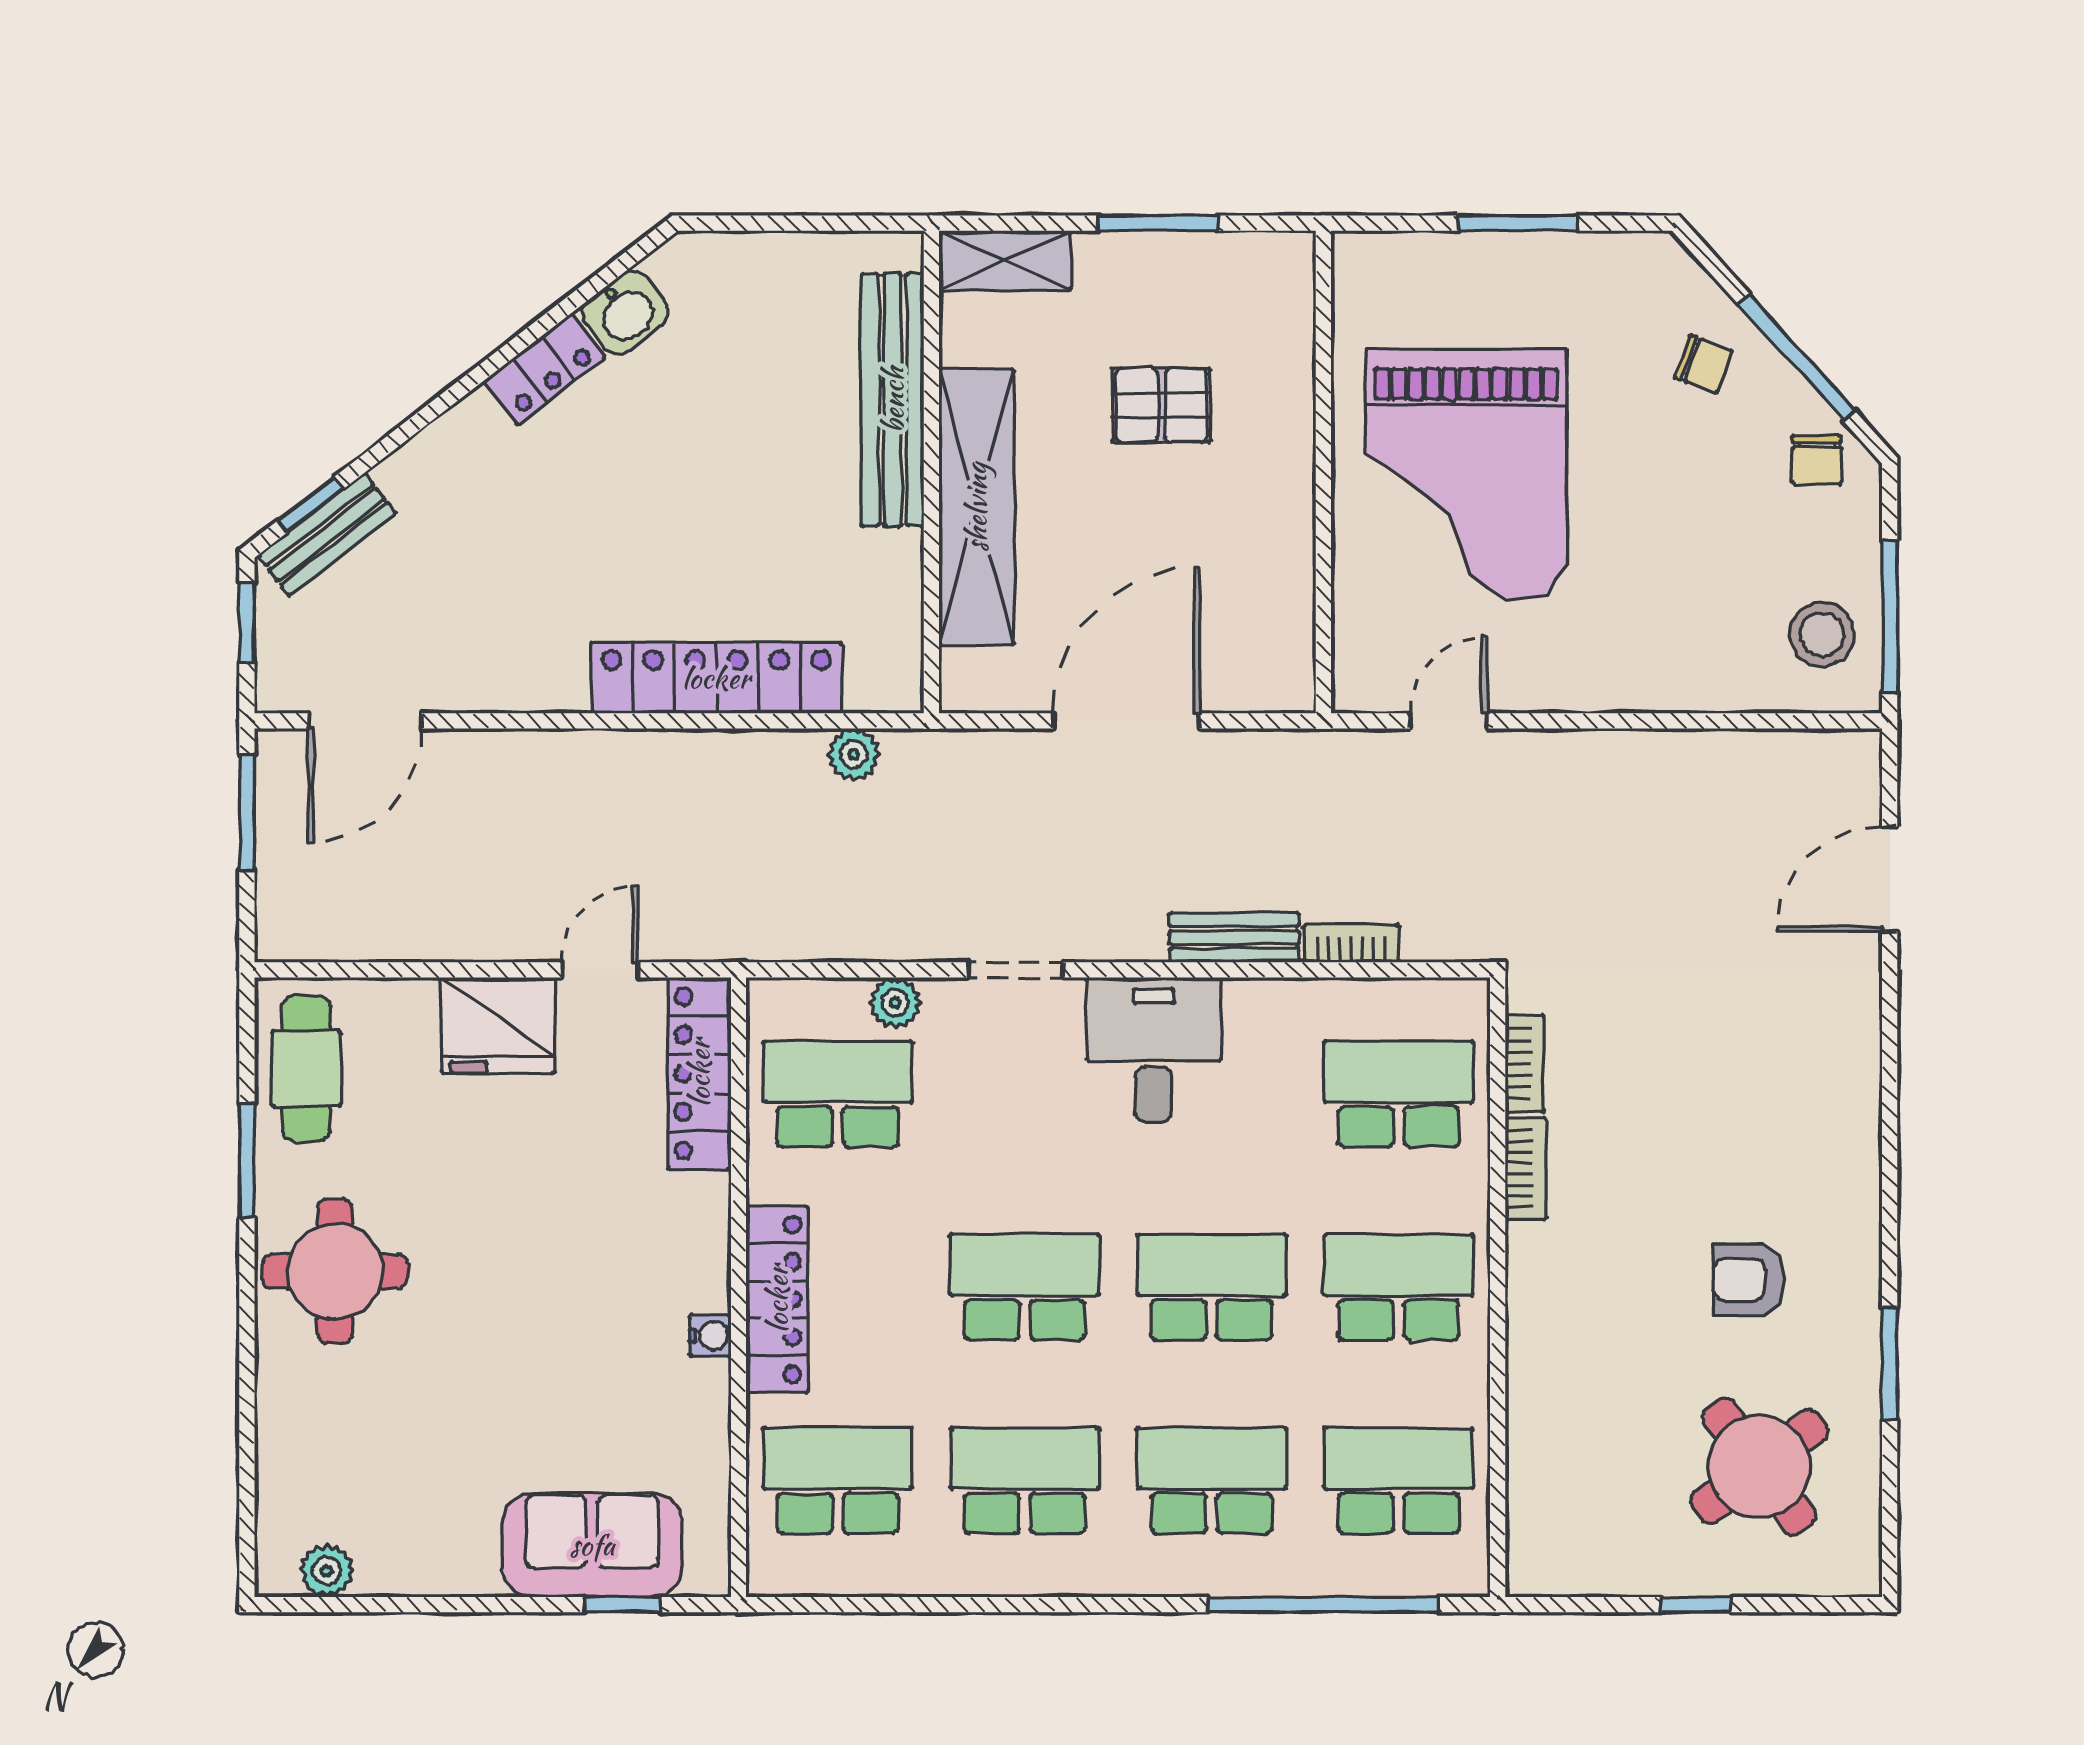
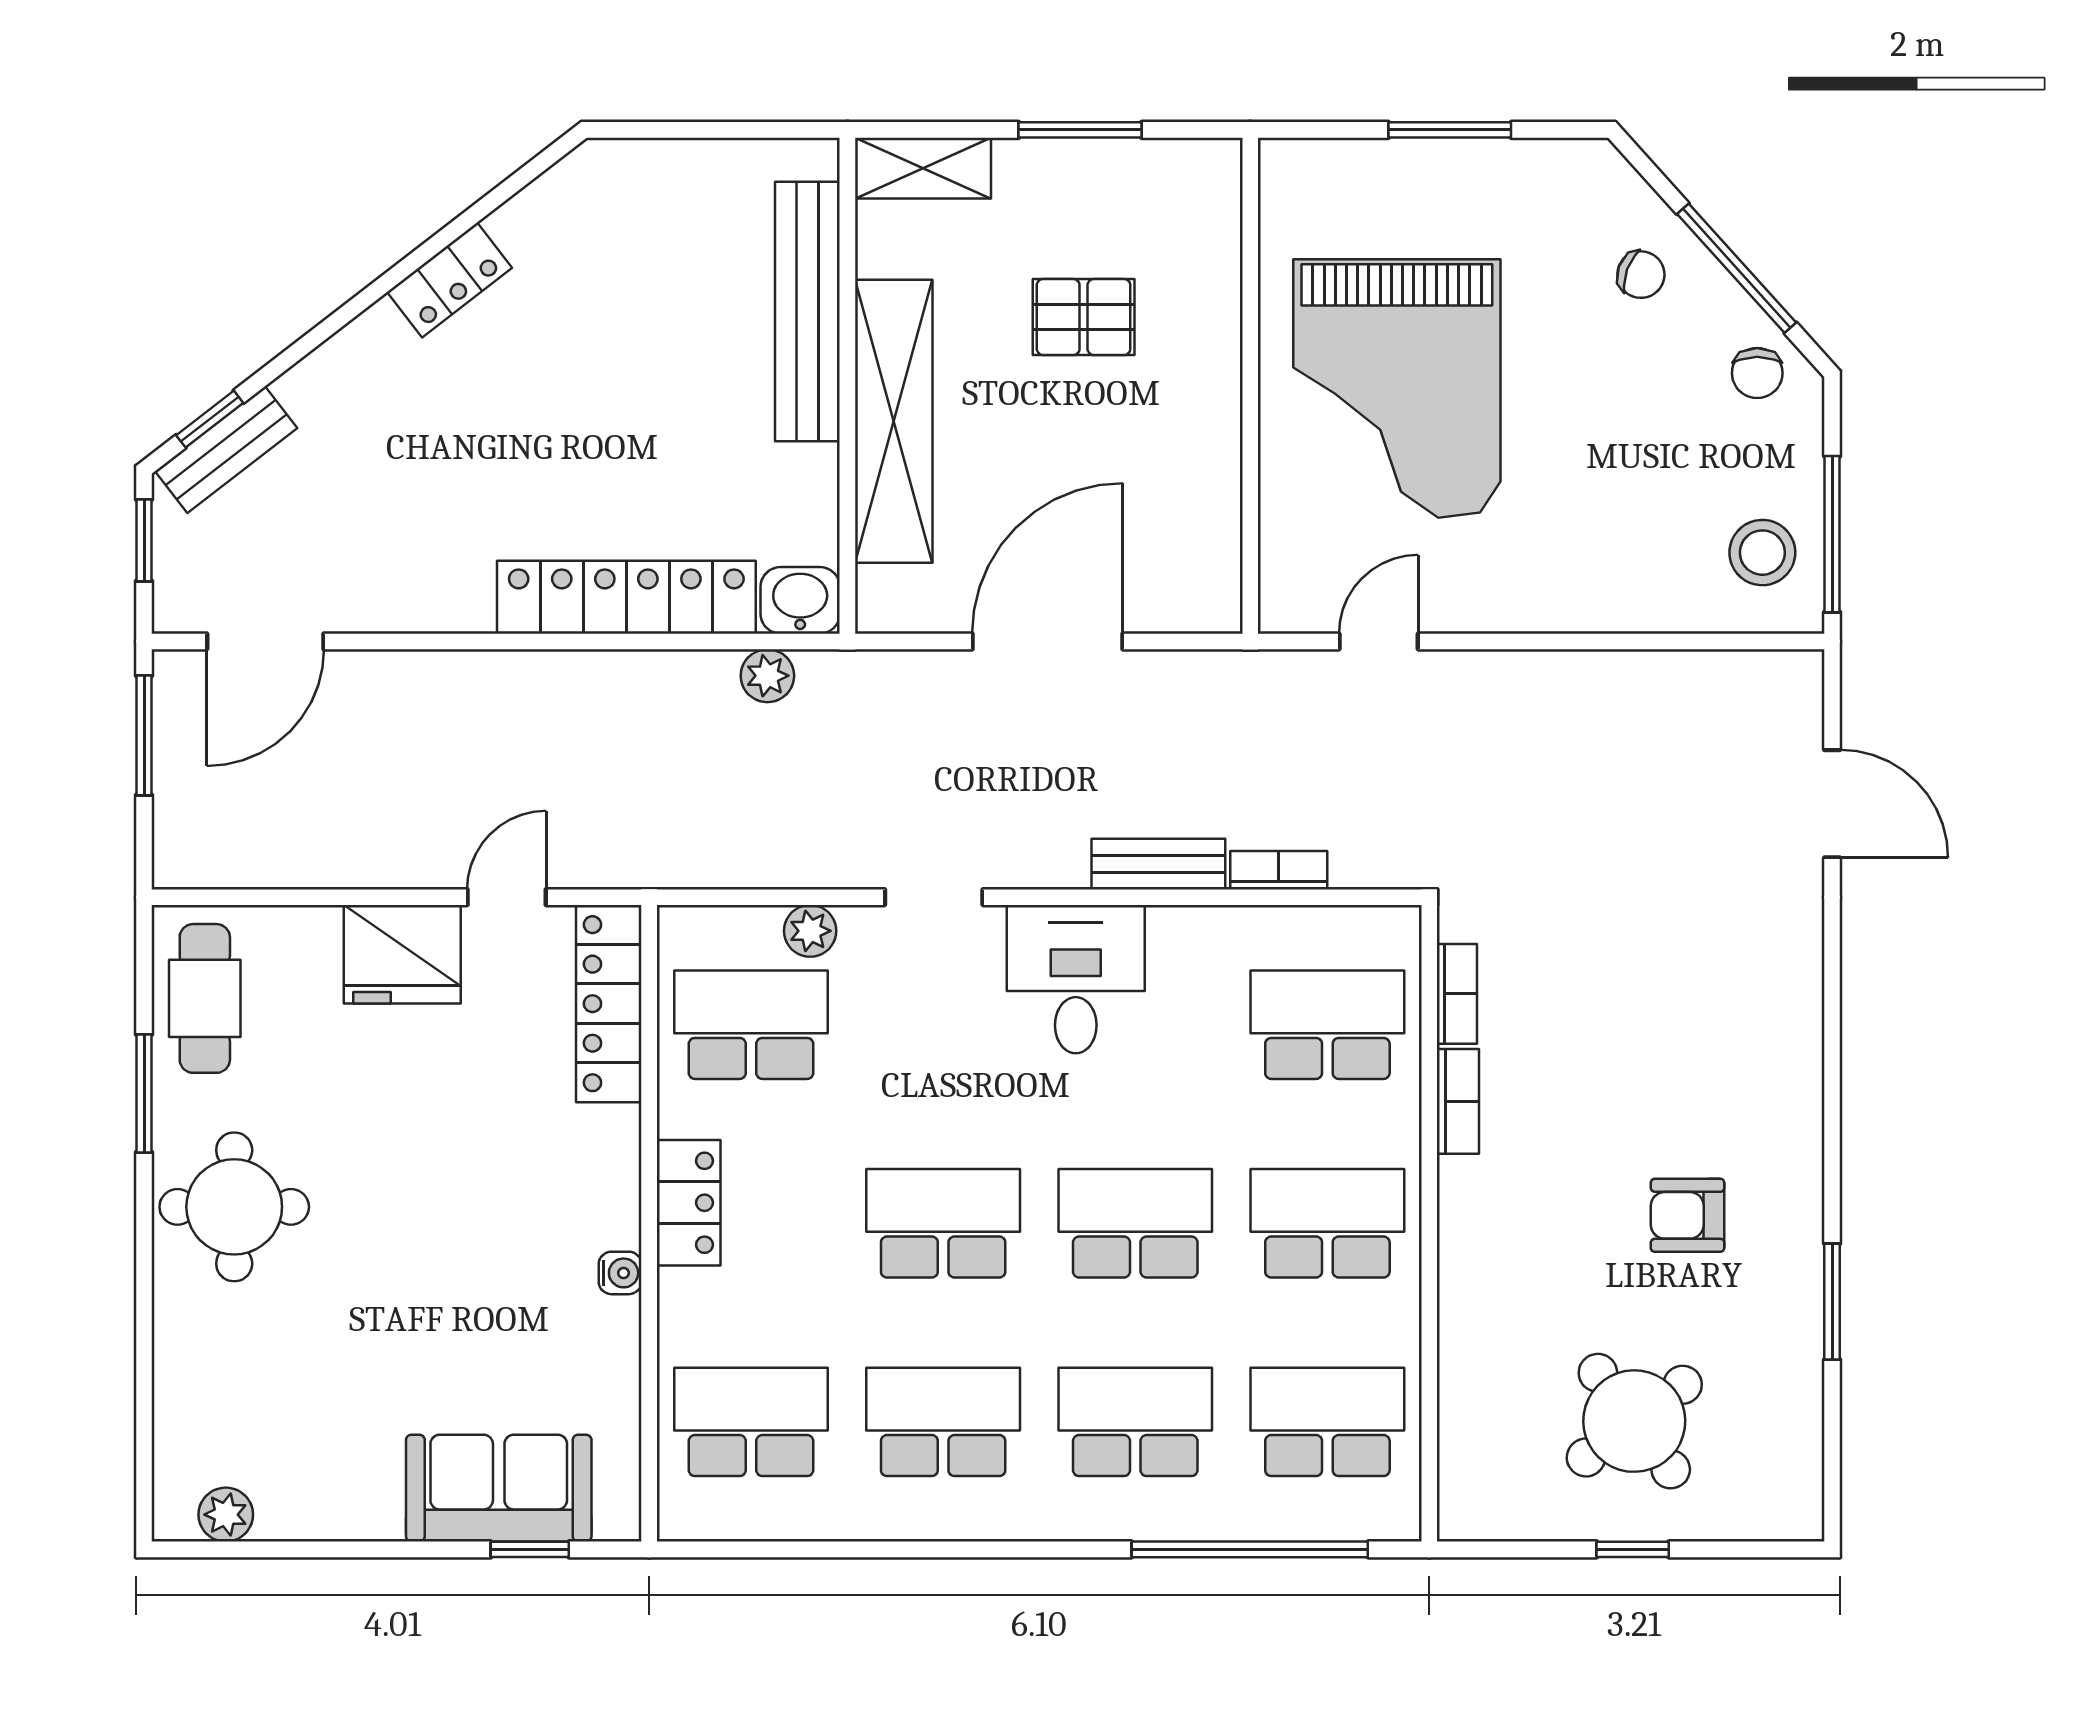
washbasin: (625, 312) -> (800, 600), moved, turned -142
door: (1890, 879) -> (1832, 804), swing flipped
locker: (777, 1299) -> (689, 1203), width x0.66
round table: (1759, 1466) -> (1634, 1421), moved

